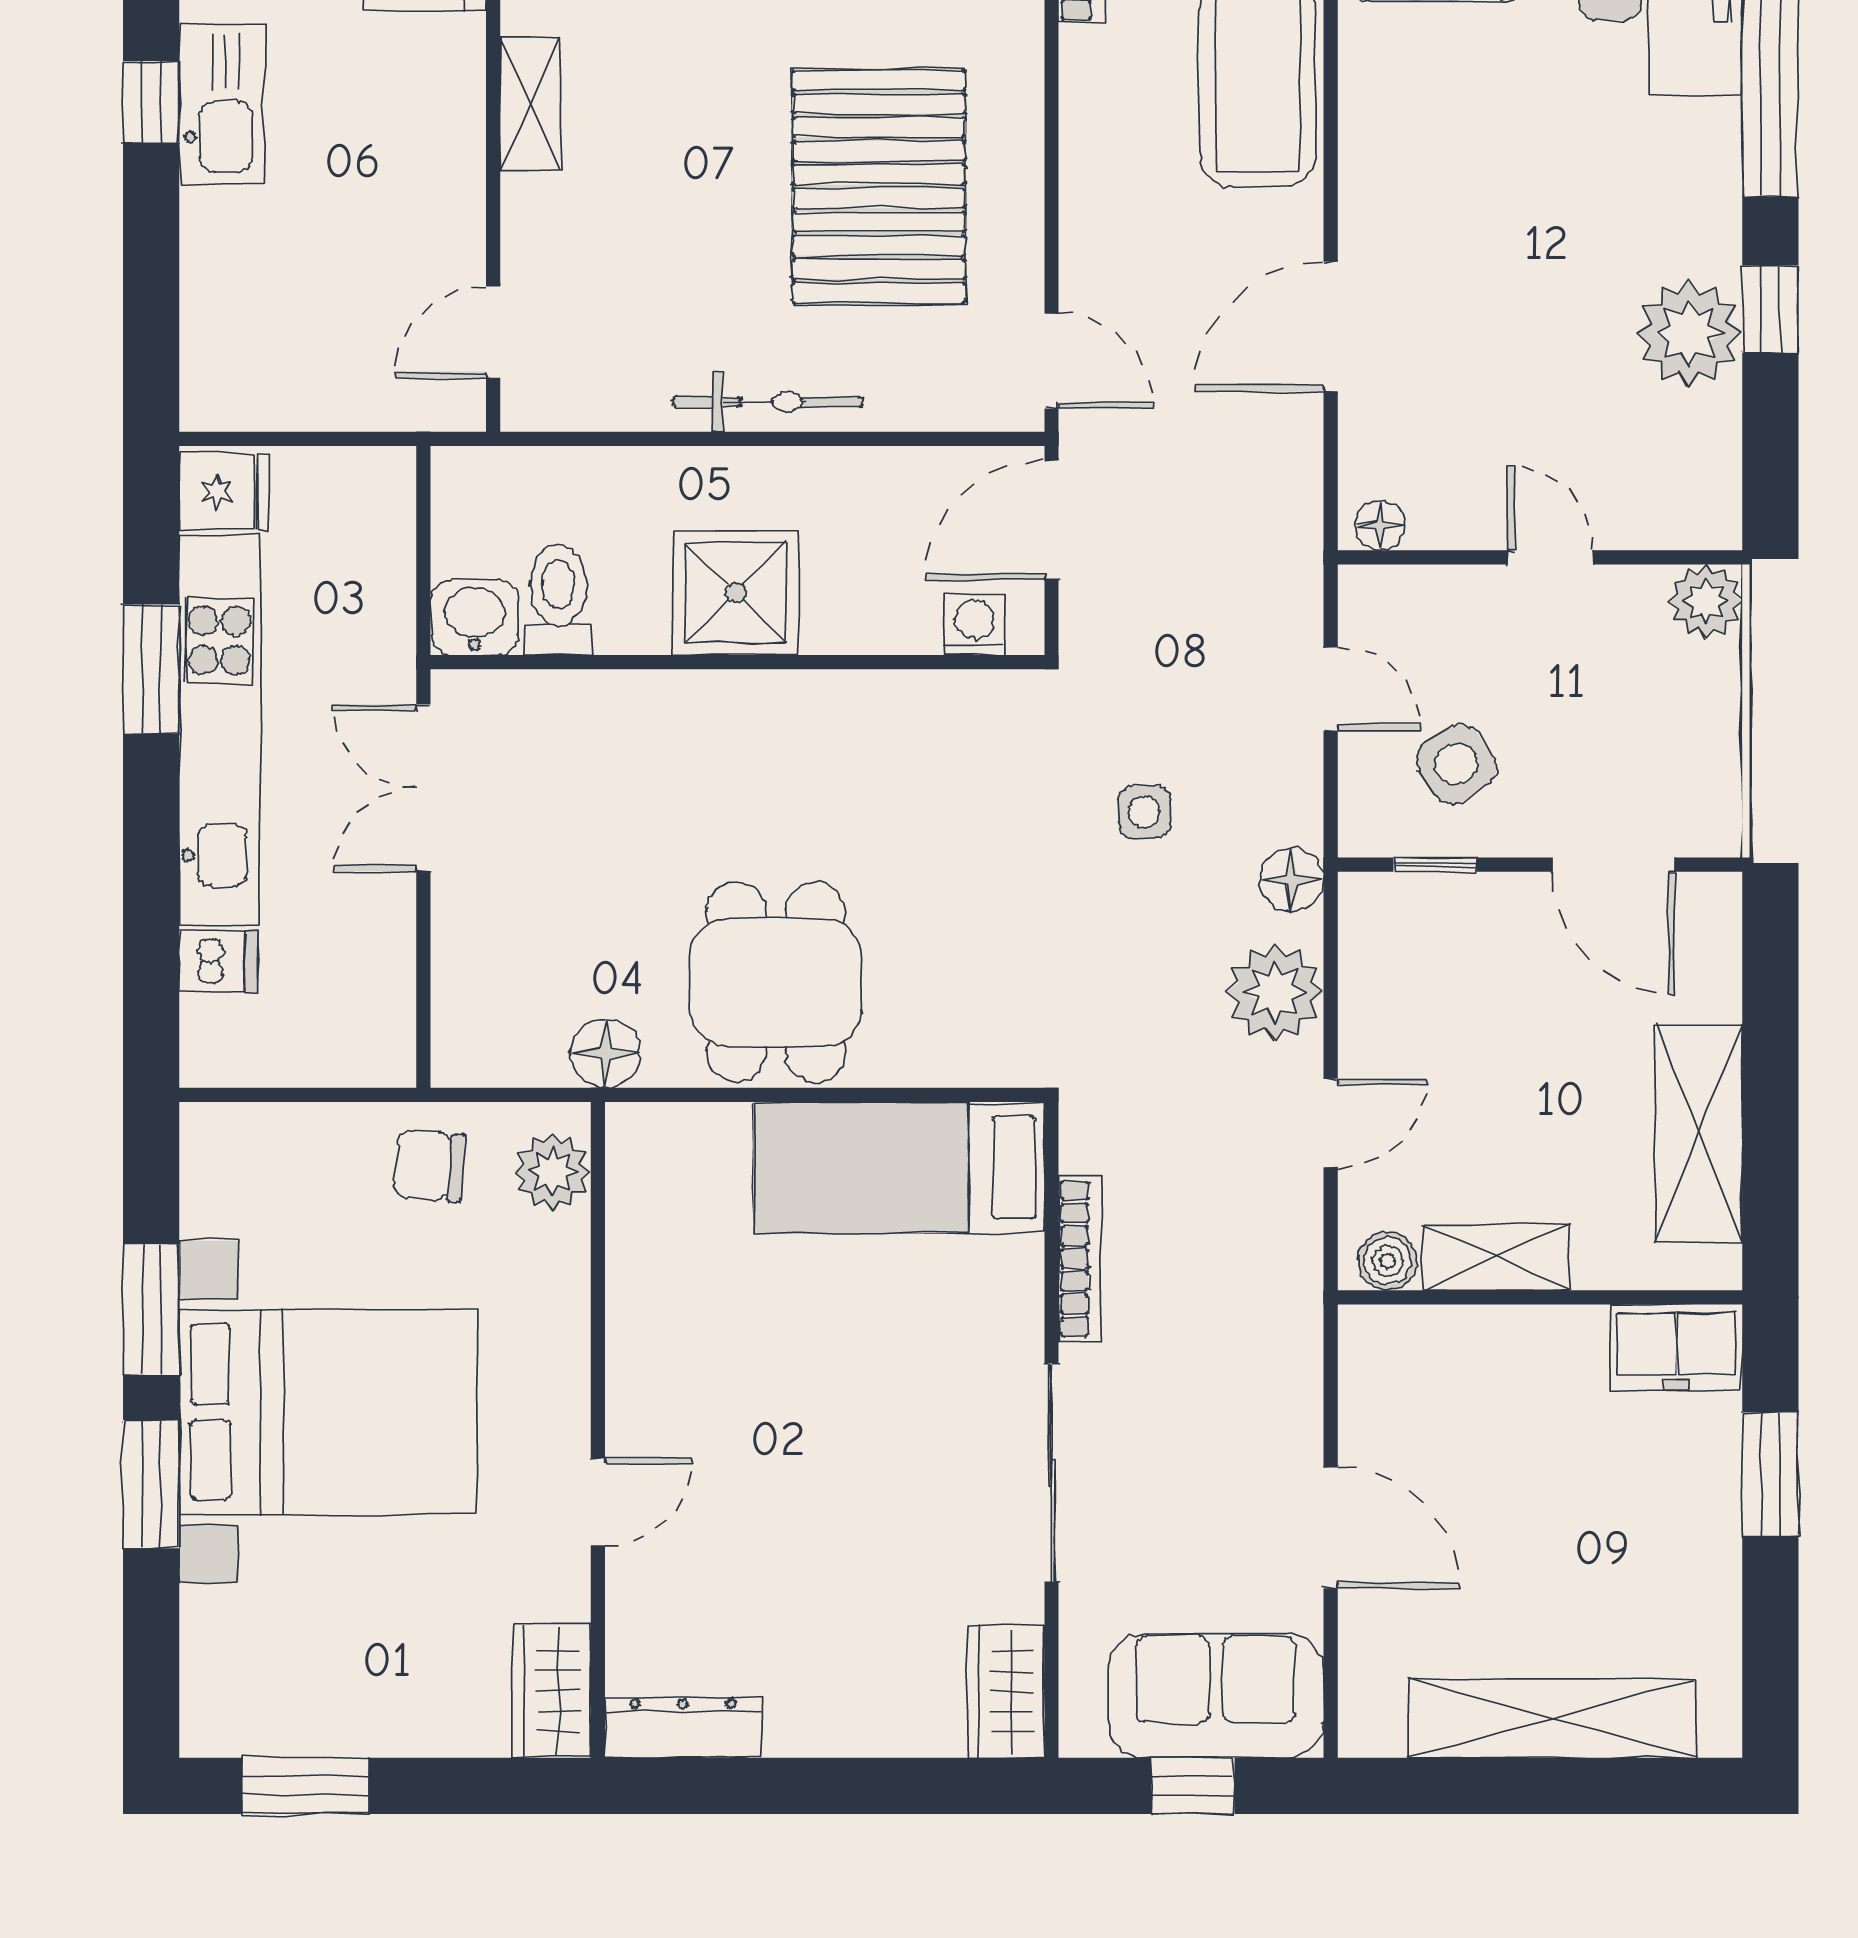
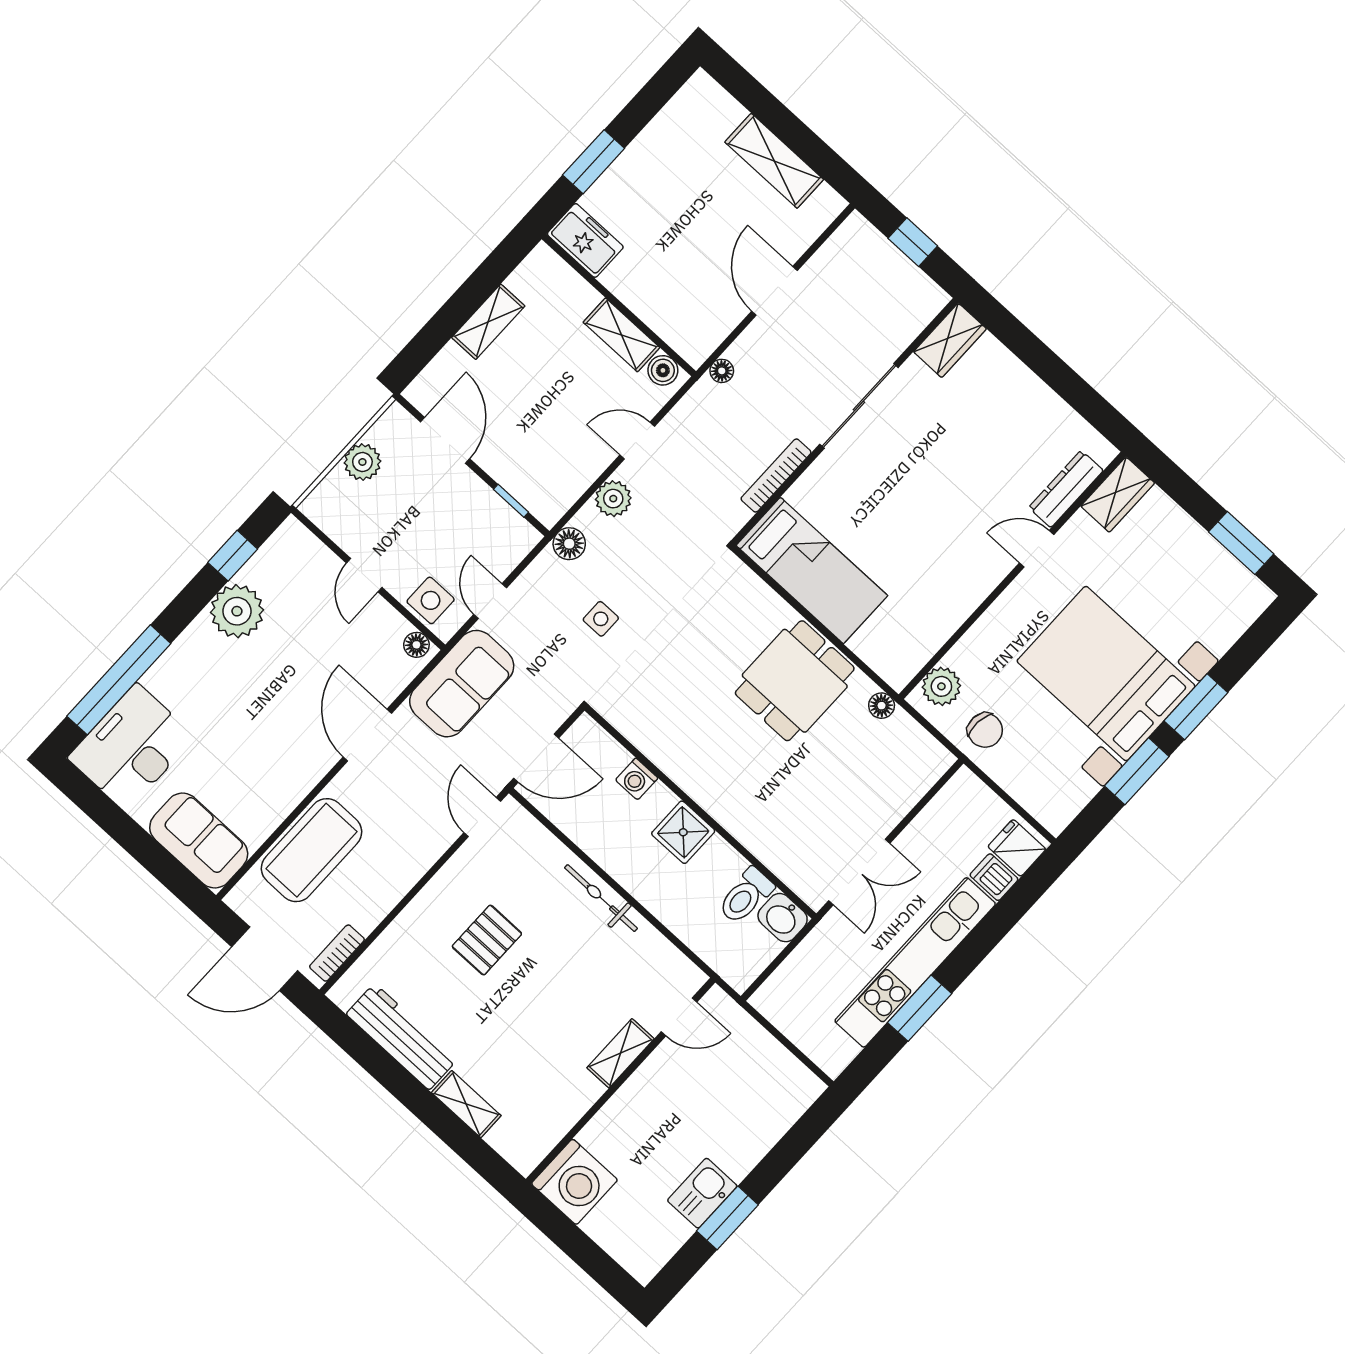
window: (151, 102) -> (727, 1218), width x1.50
shelving: (530, 103) -> (620, 1053), moved
kitchen sink: (222, 104) -> (702, 1193), width x0.73
pallet: (879, 186) -> (487, 940), width x0.49, depth x0.50
window: (1770, 309) -> (233, 556), moved
door: (1331, 327) -> (367, 735), swing flipped
fridge: (224, 492) -> (1017, 848), moved
shower: (736, 593) -> (683, 832), width x0.73, depth x0.73
plant: (1706, 601) -> (362, 462), moved
washing machine: (974, 625) -> (637, 779), moved
side table: (1456, 764) -> (431, 600), moved, turned 34
plant: (1275, 992) -> (613, 499), width x0.73, depth x0.73
floor lamp: (605, 1053) -> (882, 706), width x0.73, depth x0.73
shelving: (1699, 1133) -> (488, 322), width x0.67, depth x0.75
floor lamp: (1300, 1339) -> (722, 371), added
sofa: (1216, 1696) -> (462, 684), moved, turned -90
shelving: (1552, 1719) -> (774, 161), width x0.68
dresser: (683, 1727) -> (1066, 489), moved, turned 90

